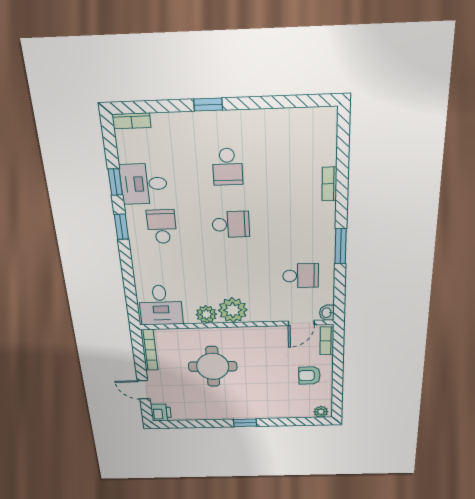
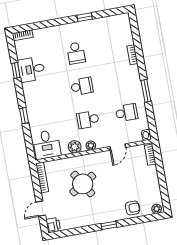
window: (208, 105) -> (85, 17), moved
window: (121, 227) -> (24, 116), moved
school desk: (162, 227) -> (88, 120), moved, turned -90
plant: (233, 310) -> (91, 146), width x0.53, depth x0.53
door: (301, 323) -> (118, 147), moved
round table: (213, 366) -> (83, 184), turned -32
armchair: (309, 375) -> (133, 208), moved, turned 180
door: (144, 390) -> (41, 209), hinge flipped

